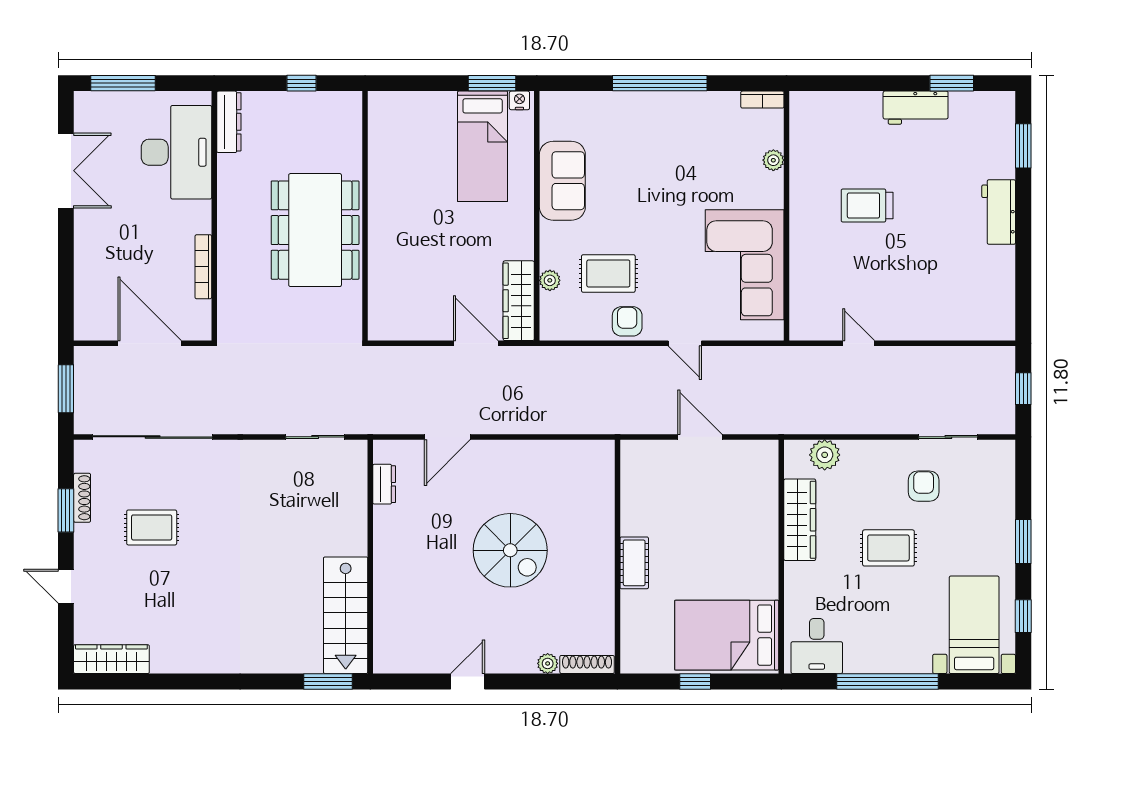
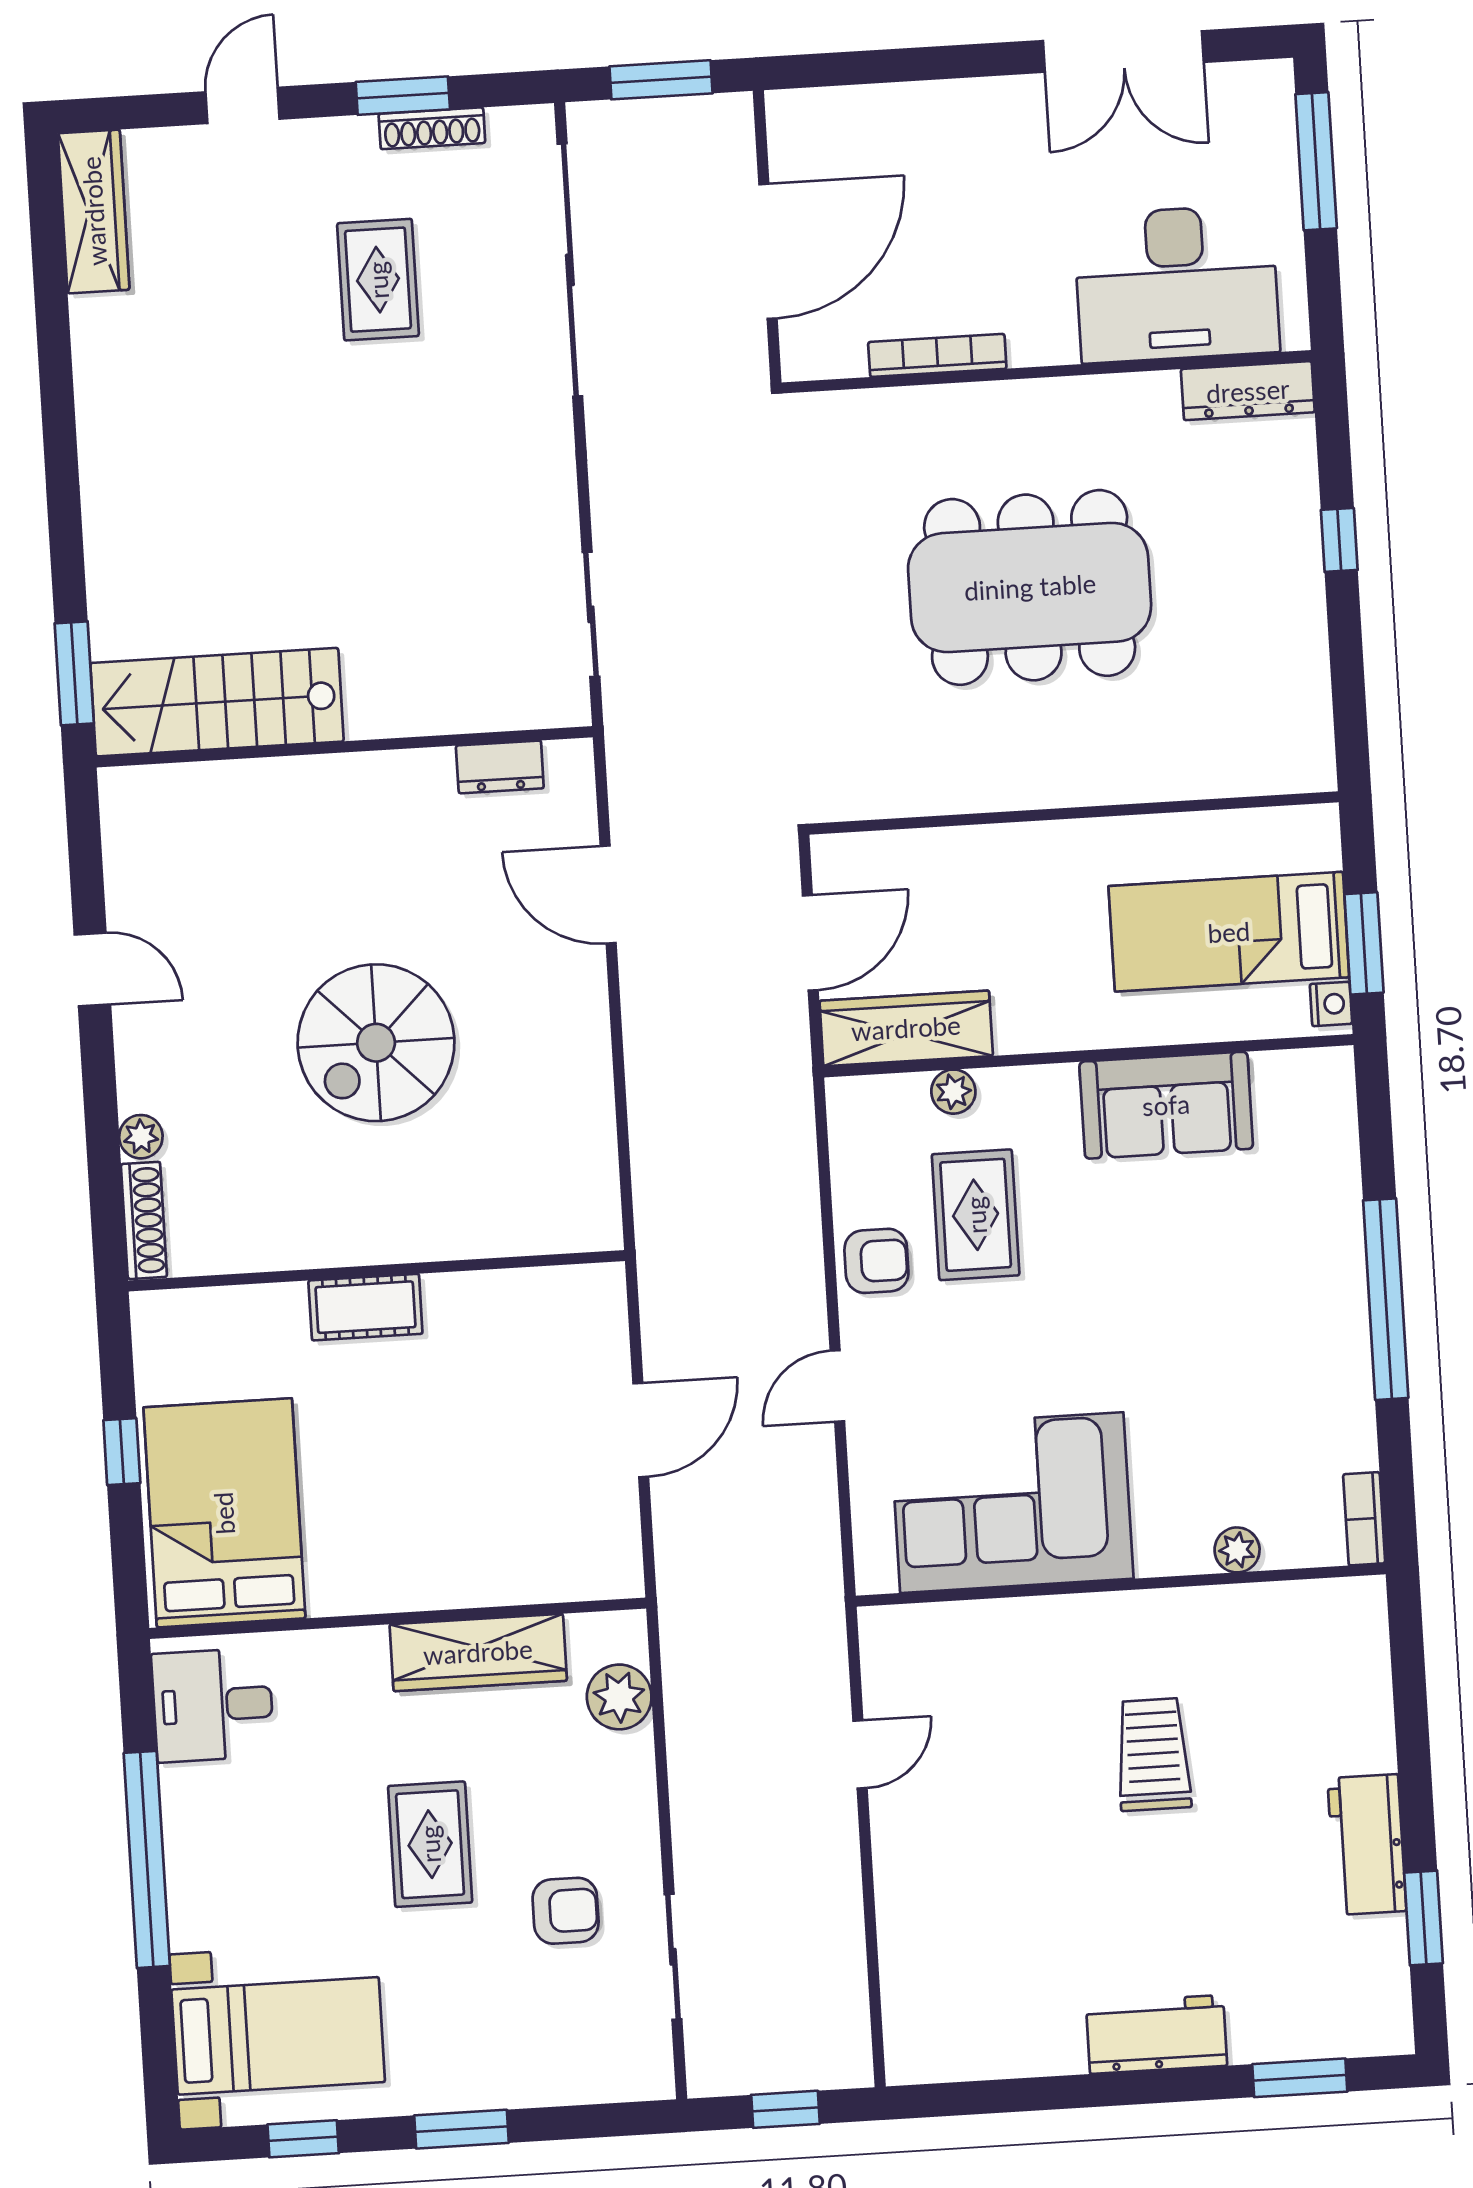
wall: (365, 216) -> (1074, 813), moved

